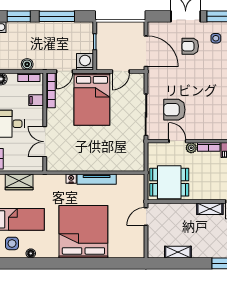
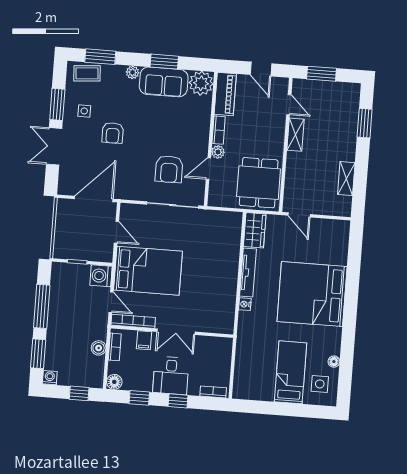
armchair: (190, 46) -> (113, 133), moved
double door: (45, 142) -> (176, 332), moved
wardrobe: (19, 182) -> (255, 230), moved

